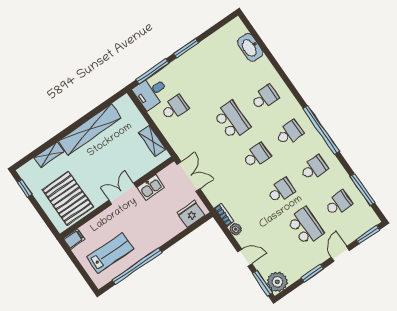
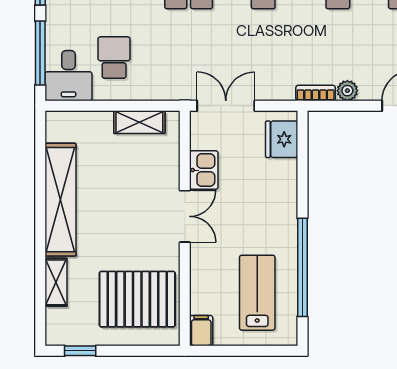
double door: (123, 194) -> (185, 216), swing flipped

